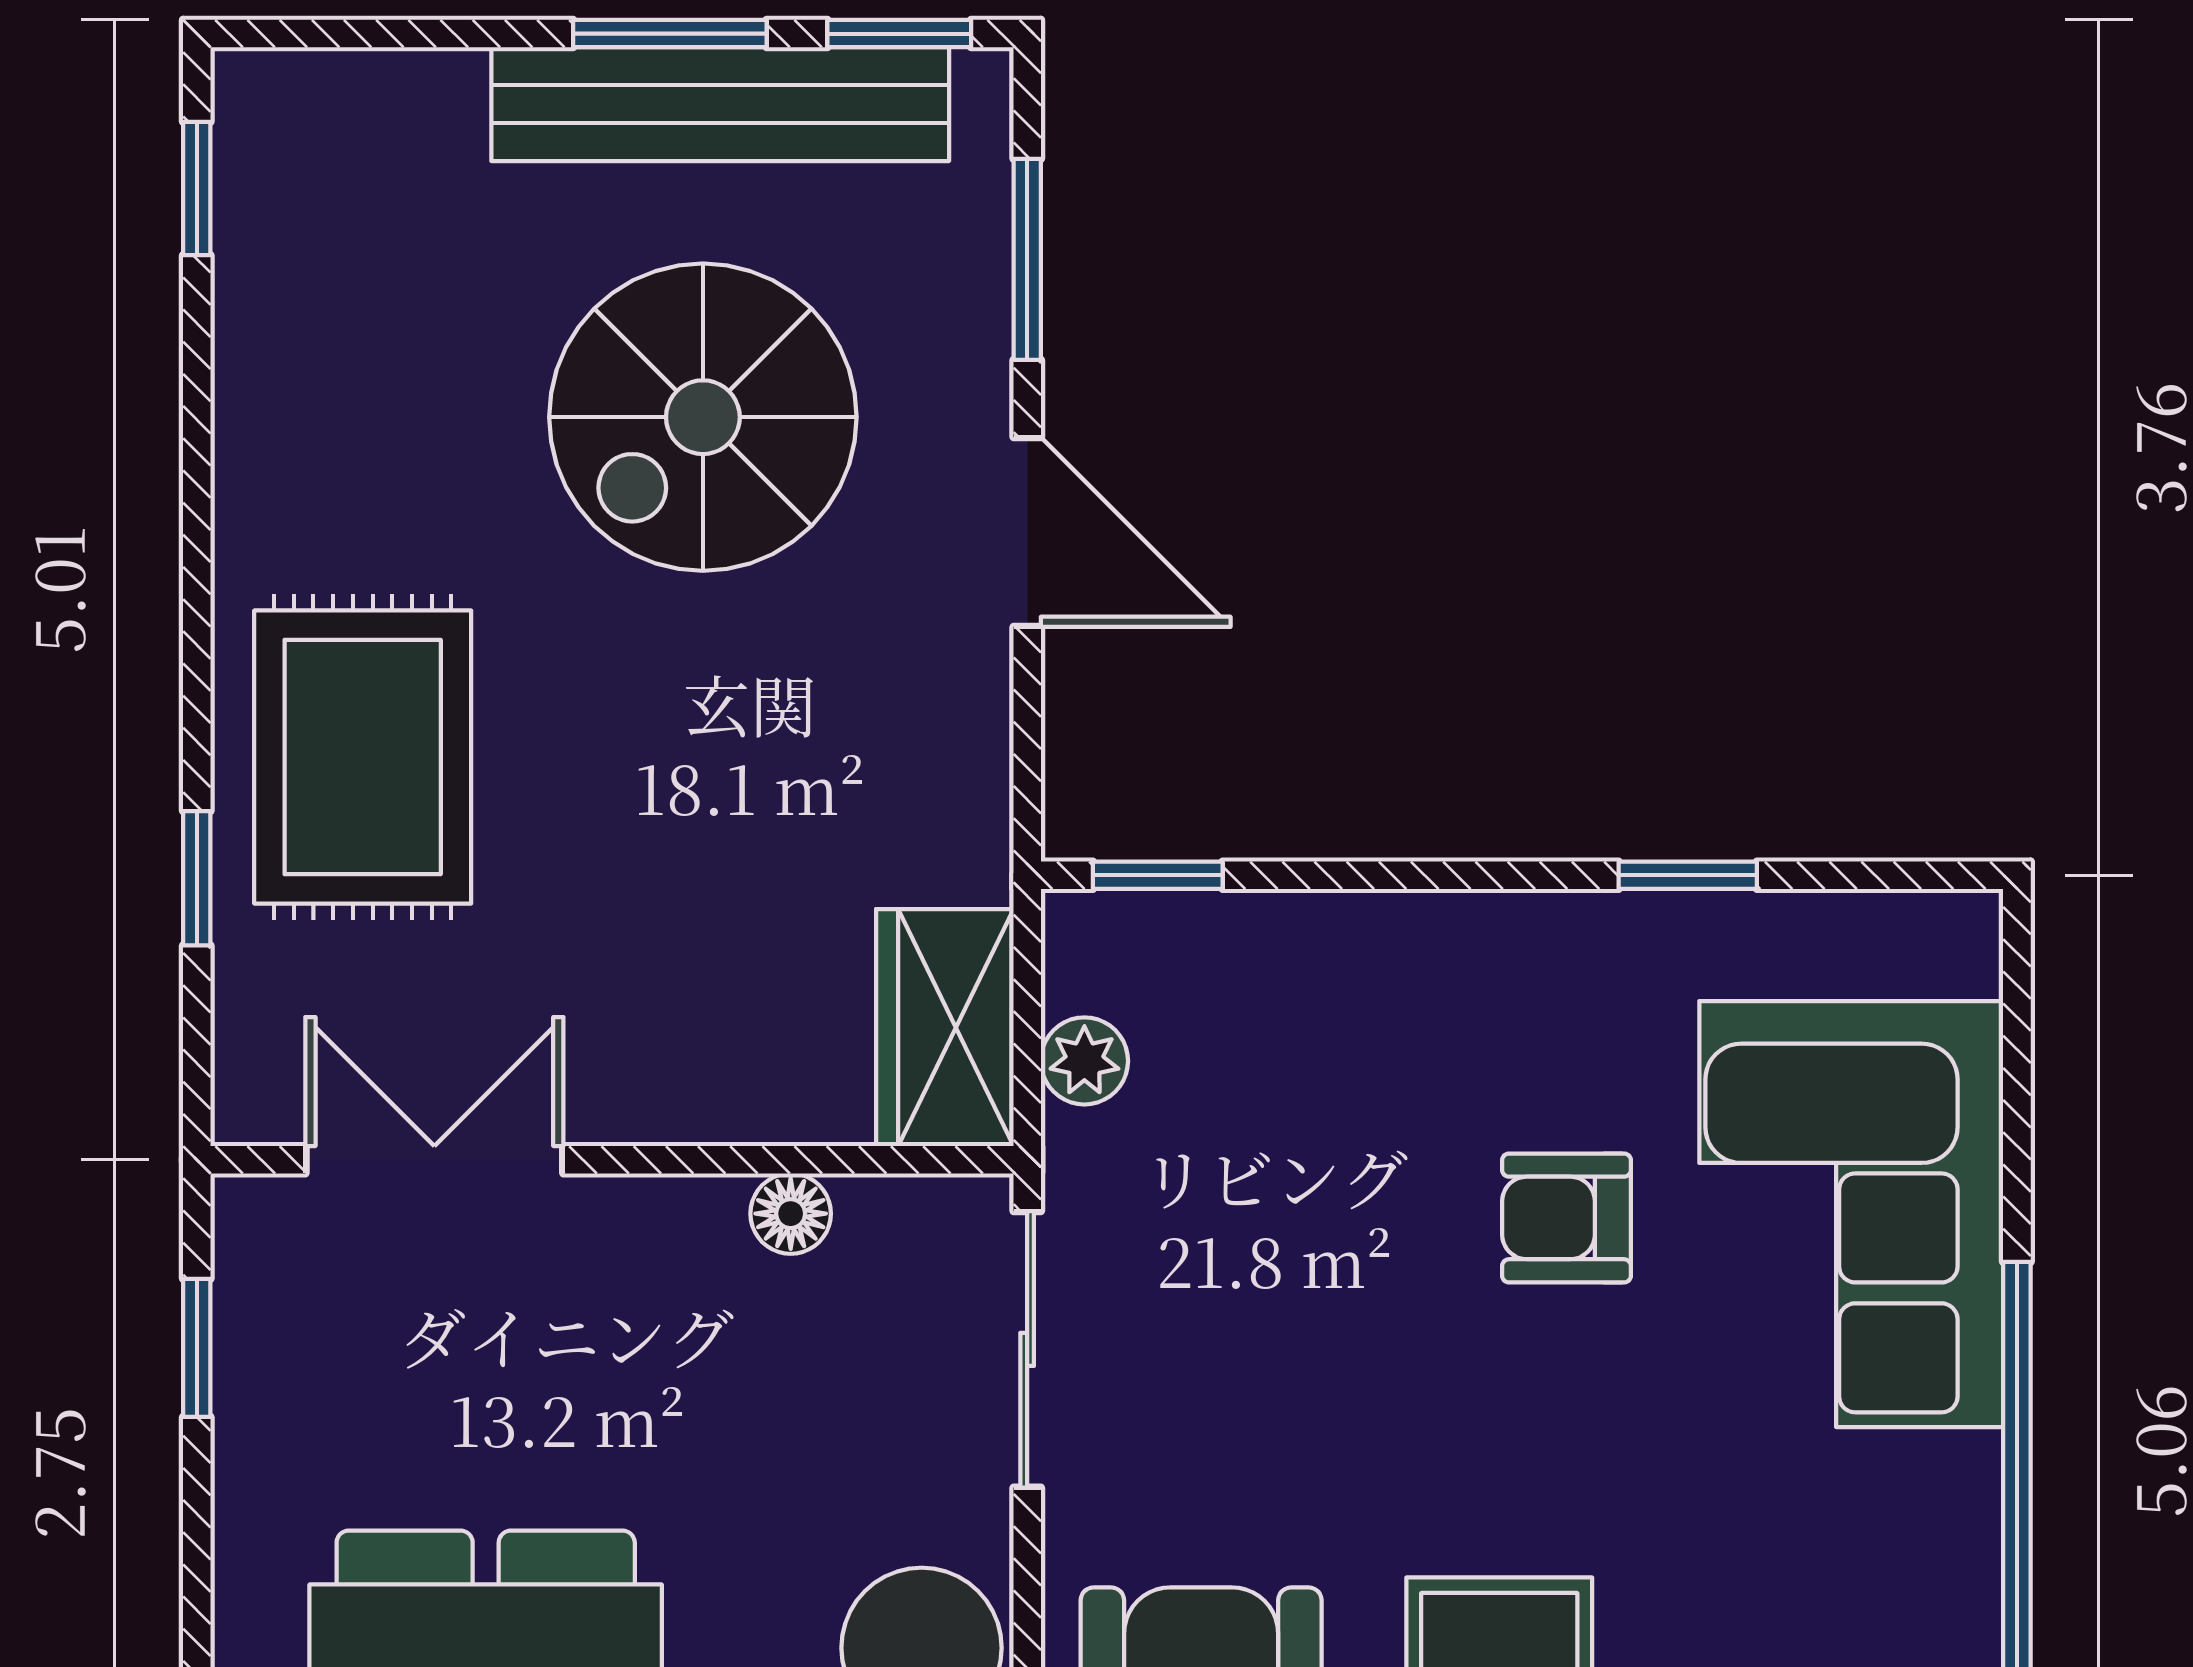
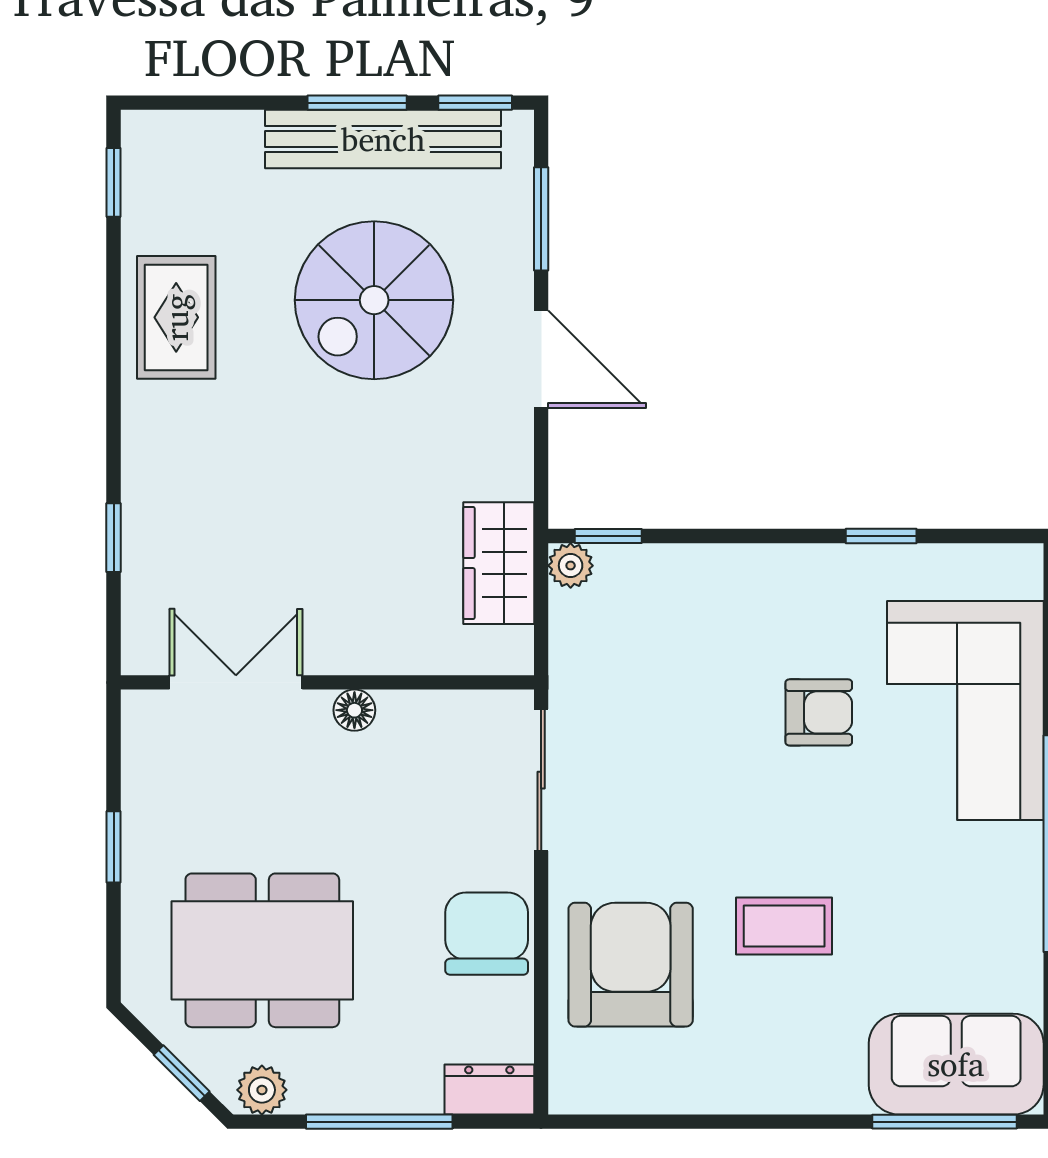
rug: (363, 757) -> (176, 317), moved, width x0.73, depth x0.70
wardrobe: (945, 1028) -> (499, 563), moved
plant: (1084, 1061) -> (571, 566), moved
floor lamp: (791, 1214) -> (354, 710), moved
armchair: (1567, 1218) -> (819, 712), turned 180
window: (197, 1348) -> (114, 847), moved

